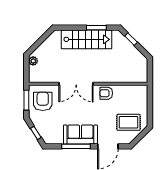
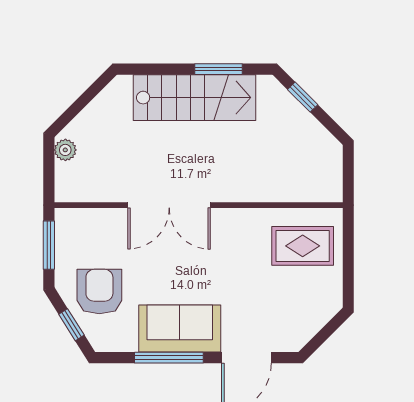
armchair: (106, 93) -> (243, 228), removed
armchair: (43, 101) -> (99, 292), moved
rug: (129, 122) -> (303, 246), moved

